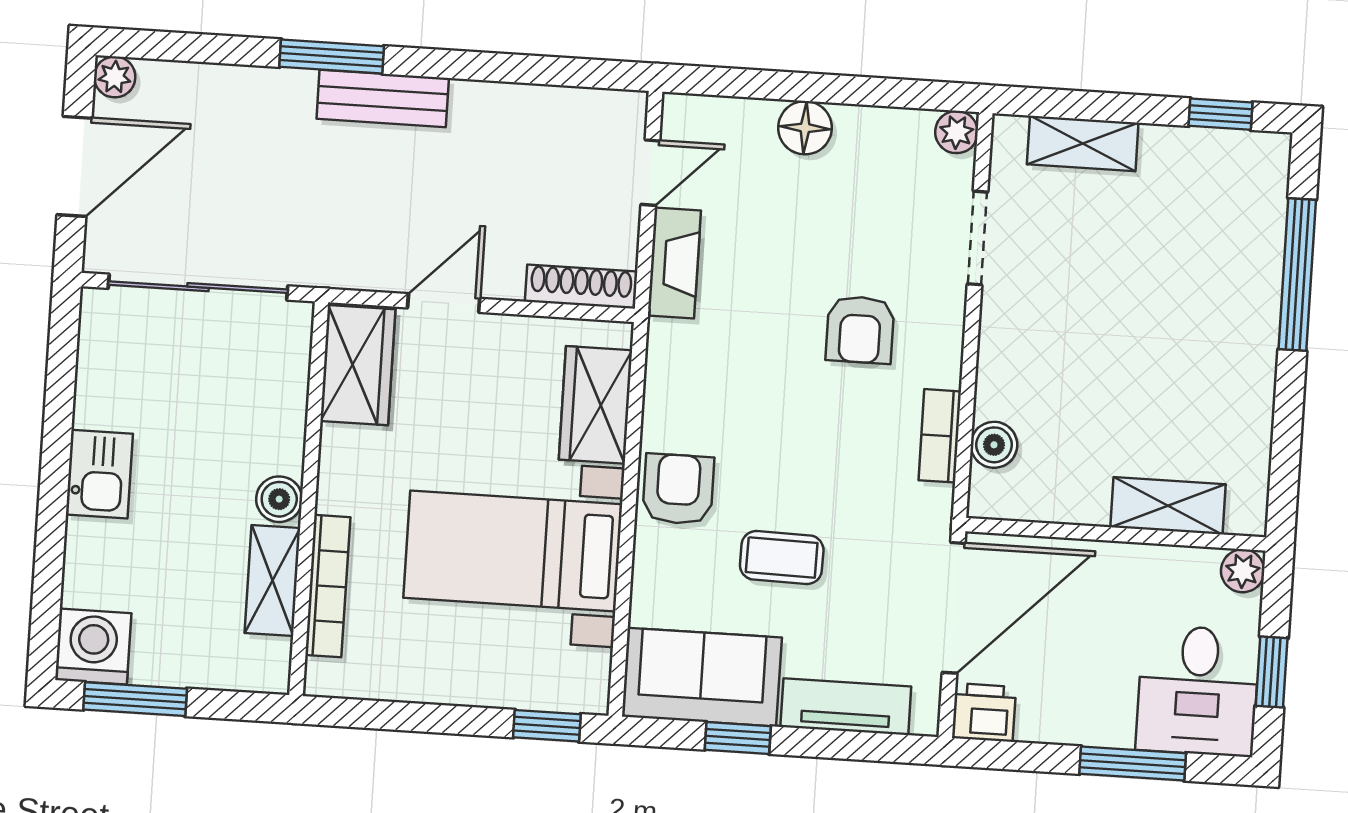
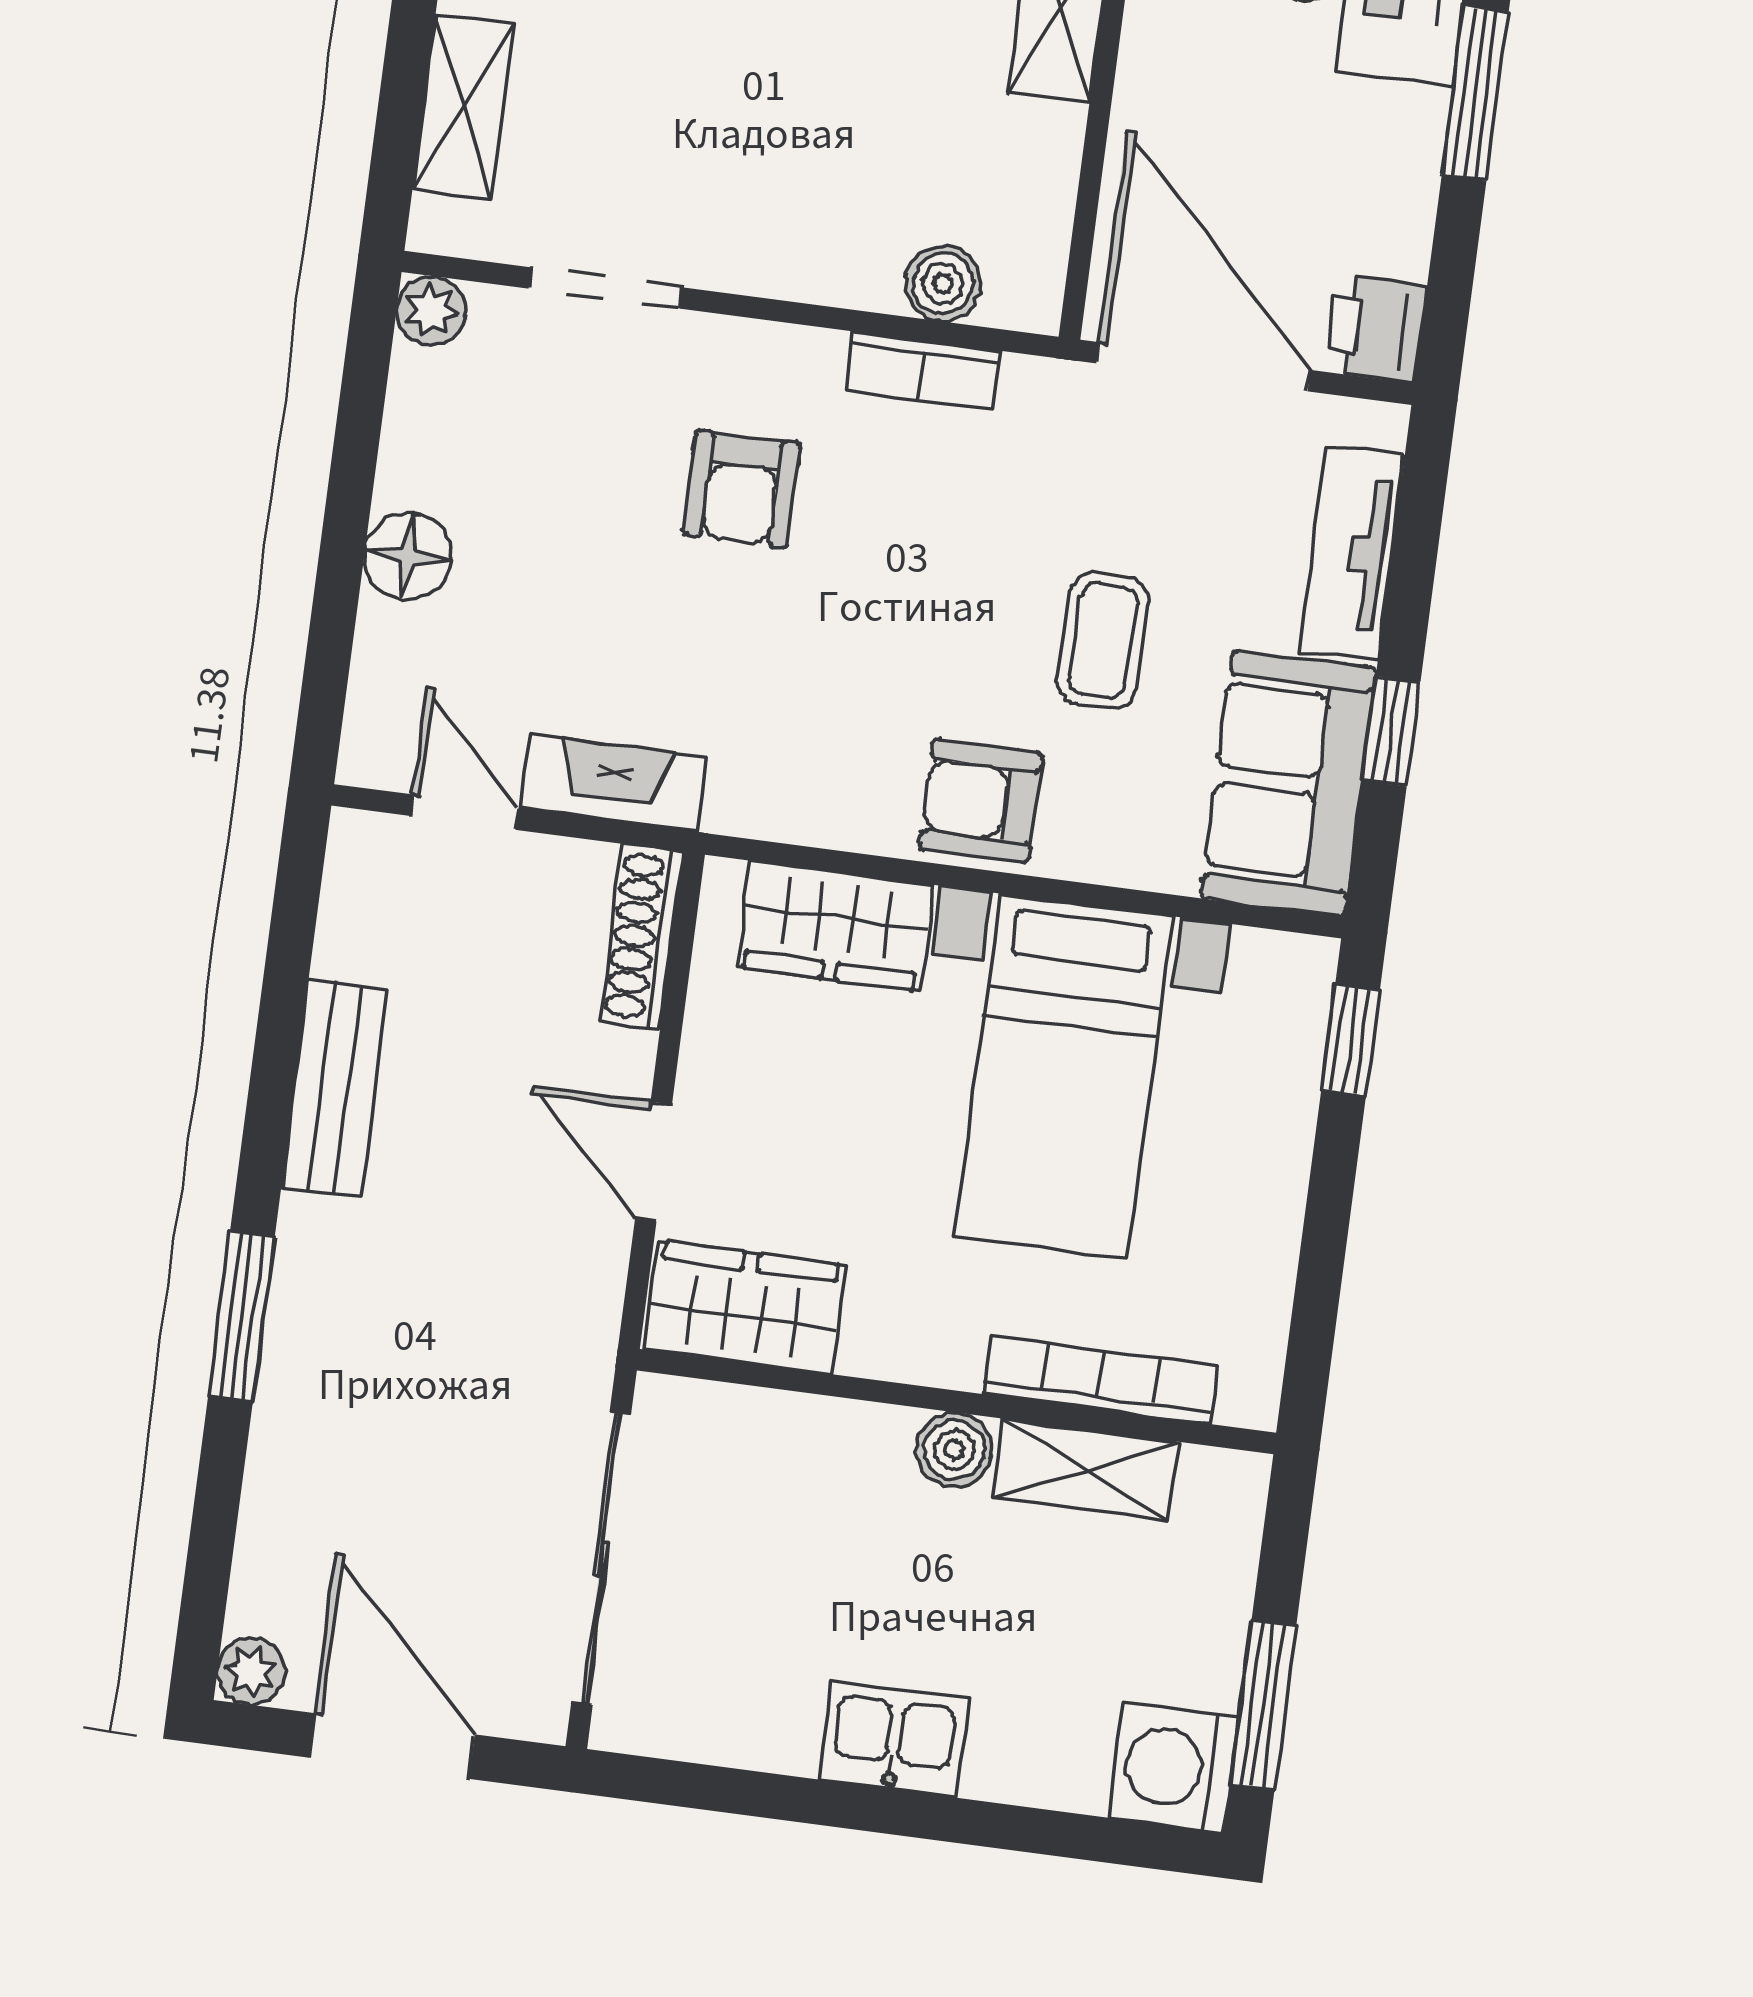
bench: (383, 98) -> (335, 1088), moved
armchair: (860, 330) -> (742, 489), turned 90

